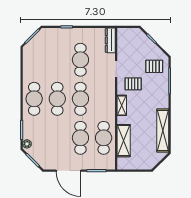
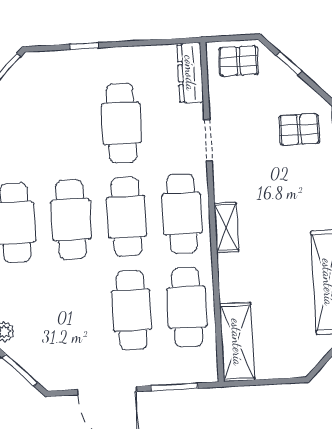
pallet: (133, 84) -> (239, 61), moved
cafe table: (104, 99) -> (182, 214), added
shelving: (124, 141) -> (237, 342), moved

